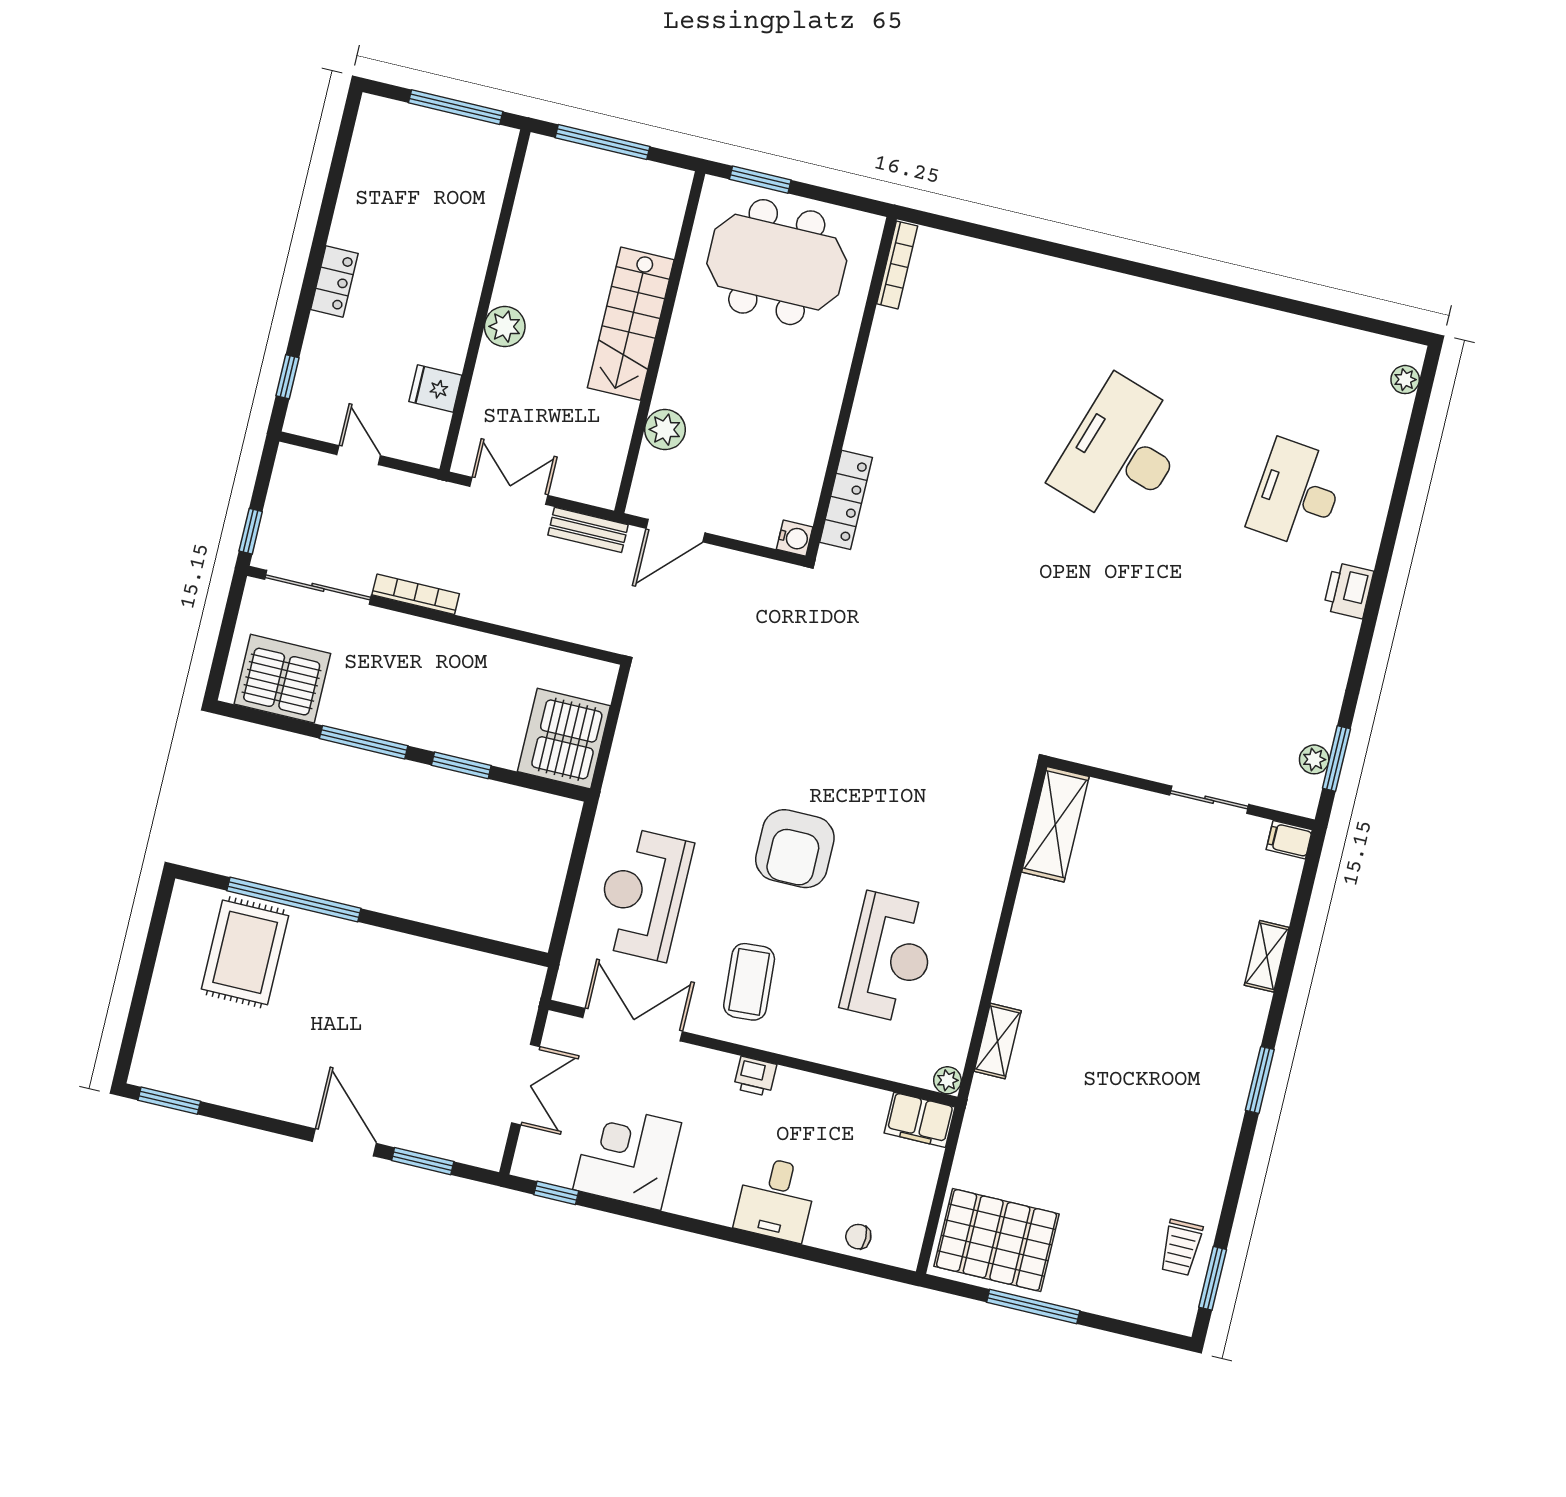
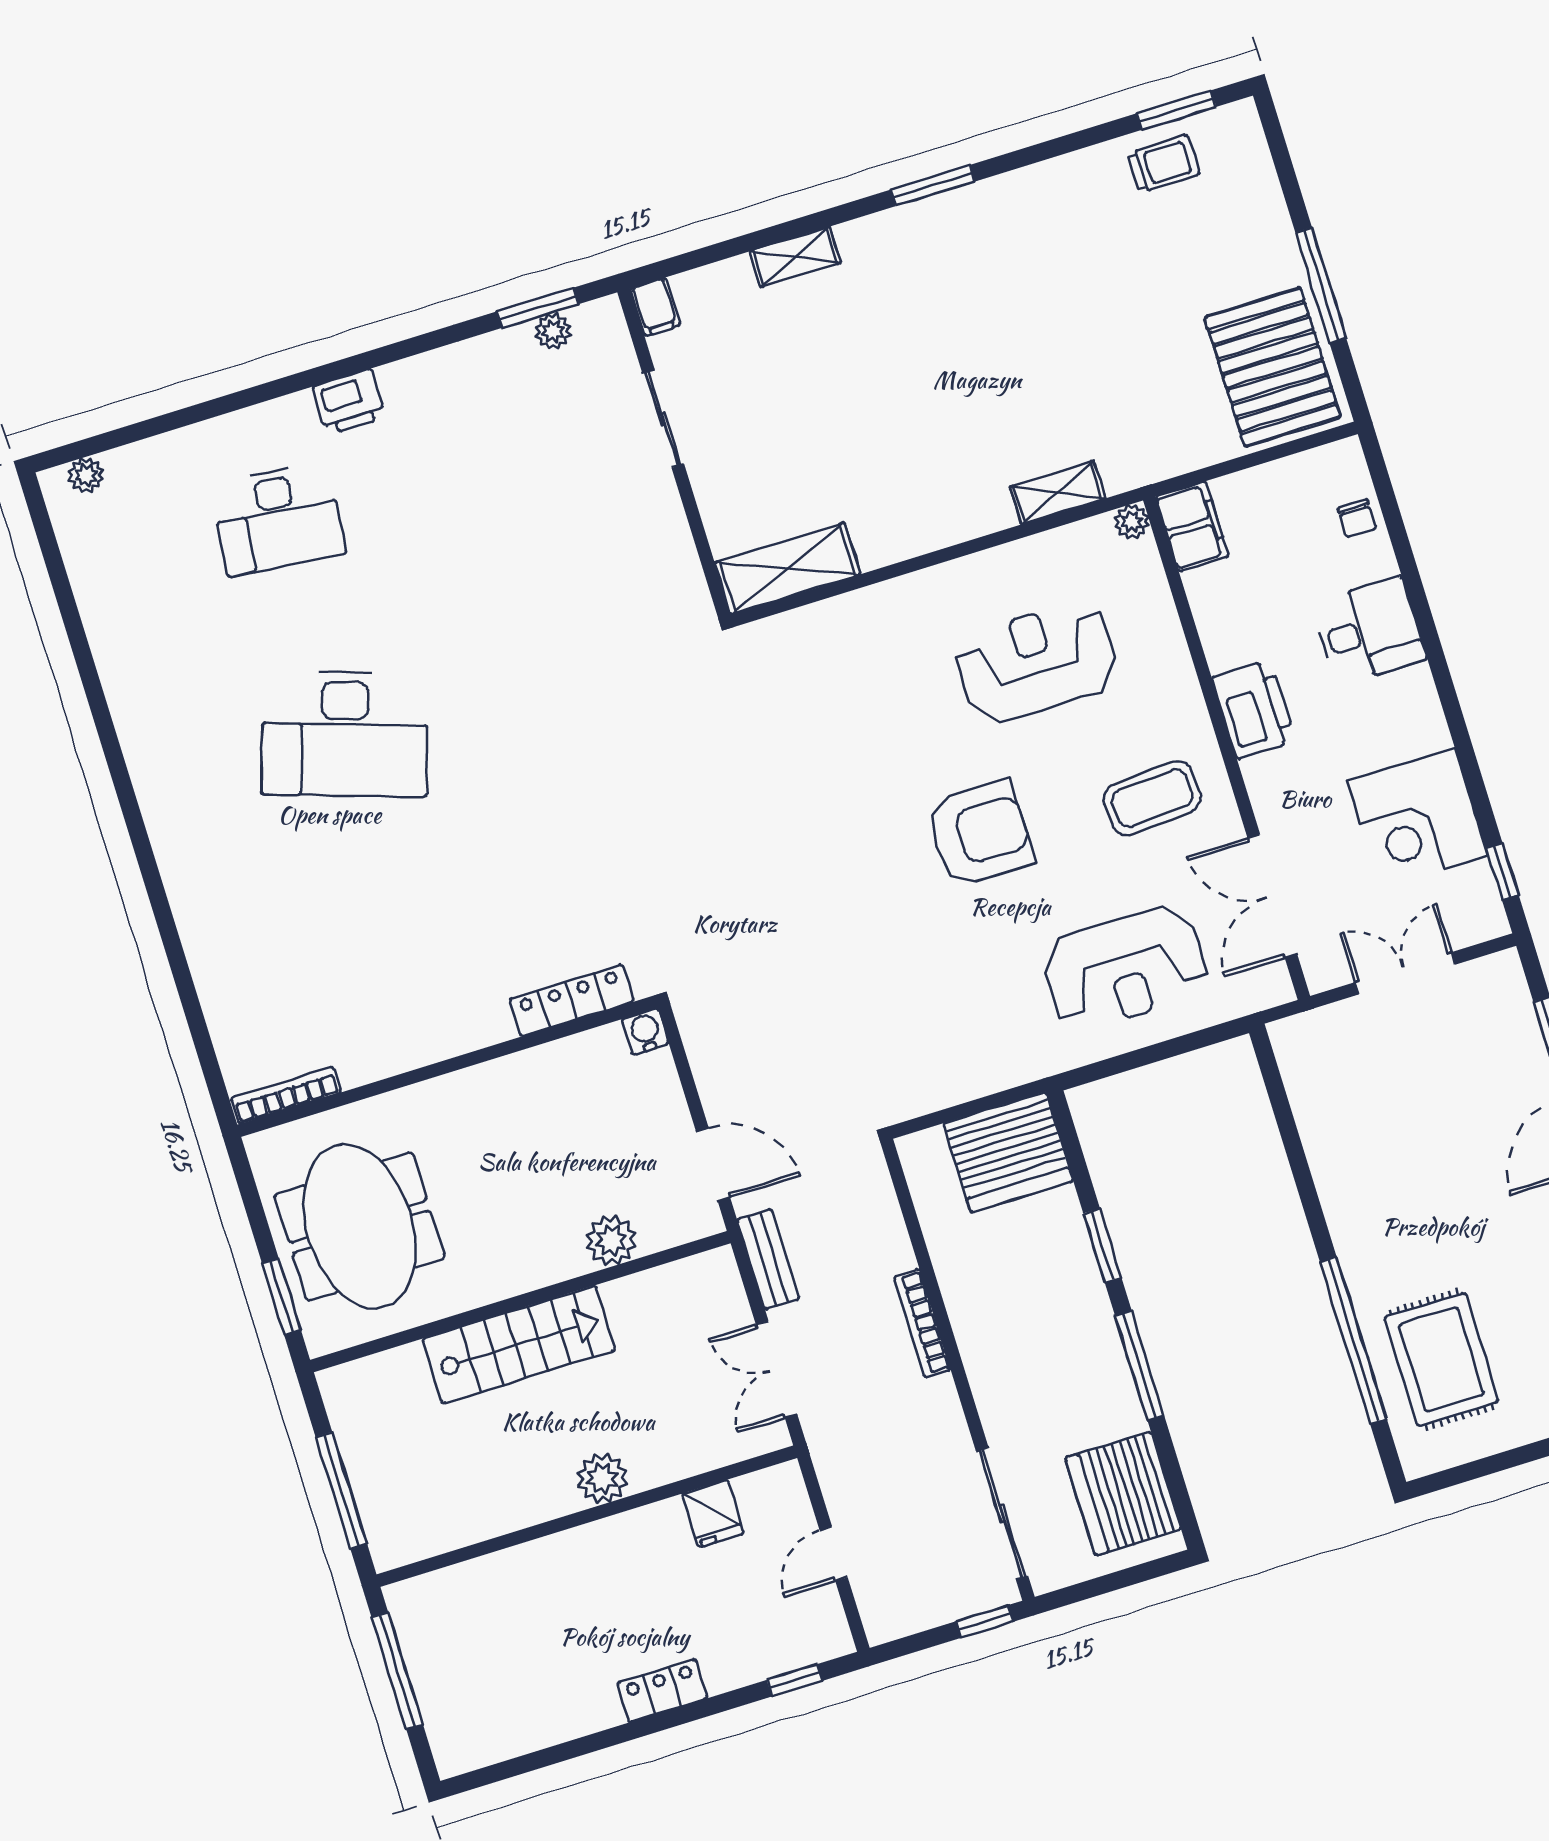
bookcase: (416, 594) -> (922, 1323), moved
rug: (245, 952) -> (1441, 1359), turned 90
printer: (755, 1076) -> (1254, 709), width x1.87, depth x1.48

